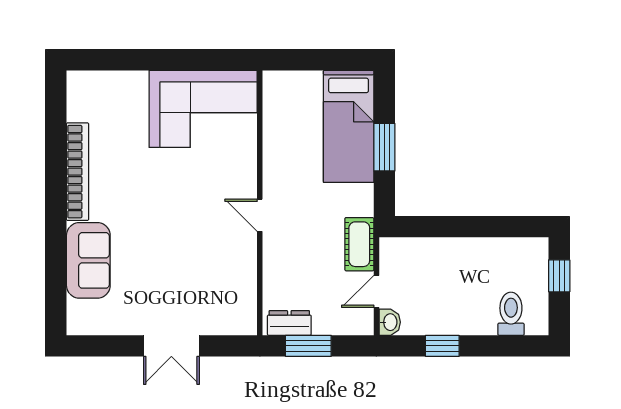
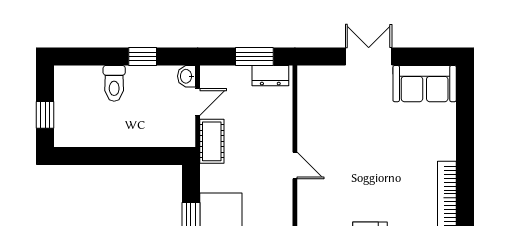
sofa: (88, 260) -> (425, 84), moved, turned -90
toilet: (511, 314) -> (114, 83), moved

